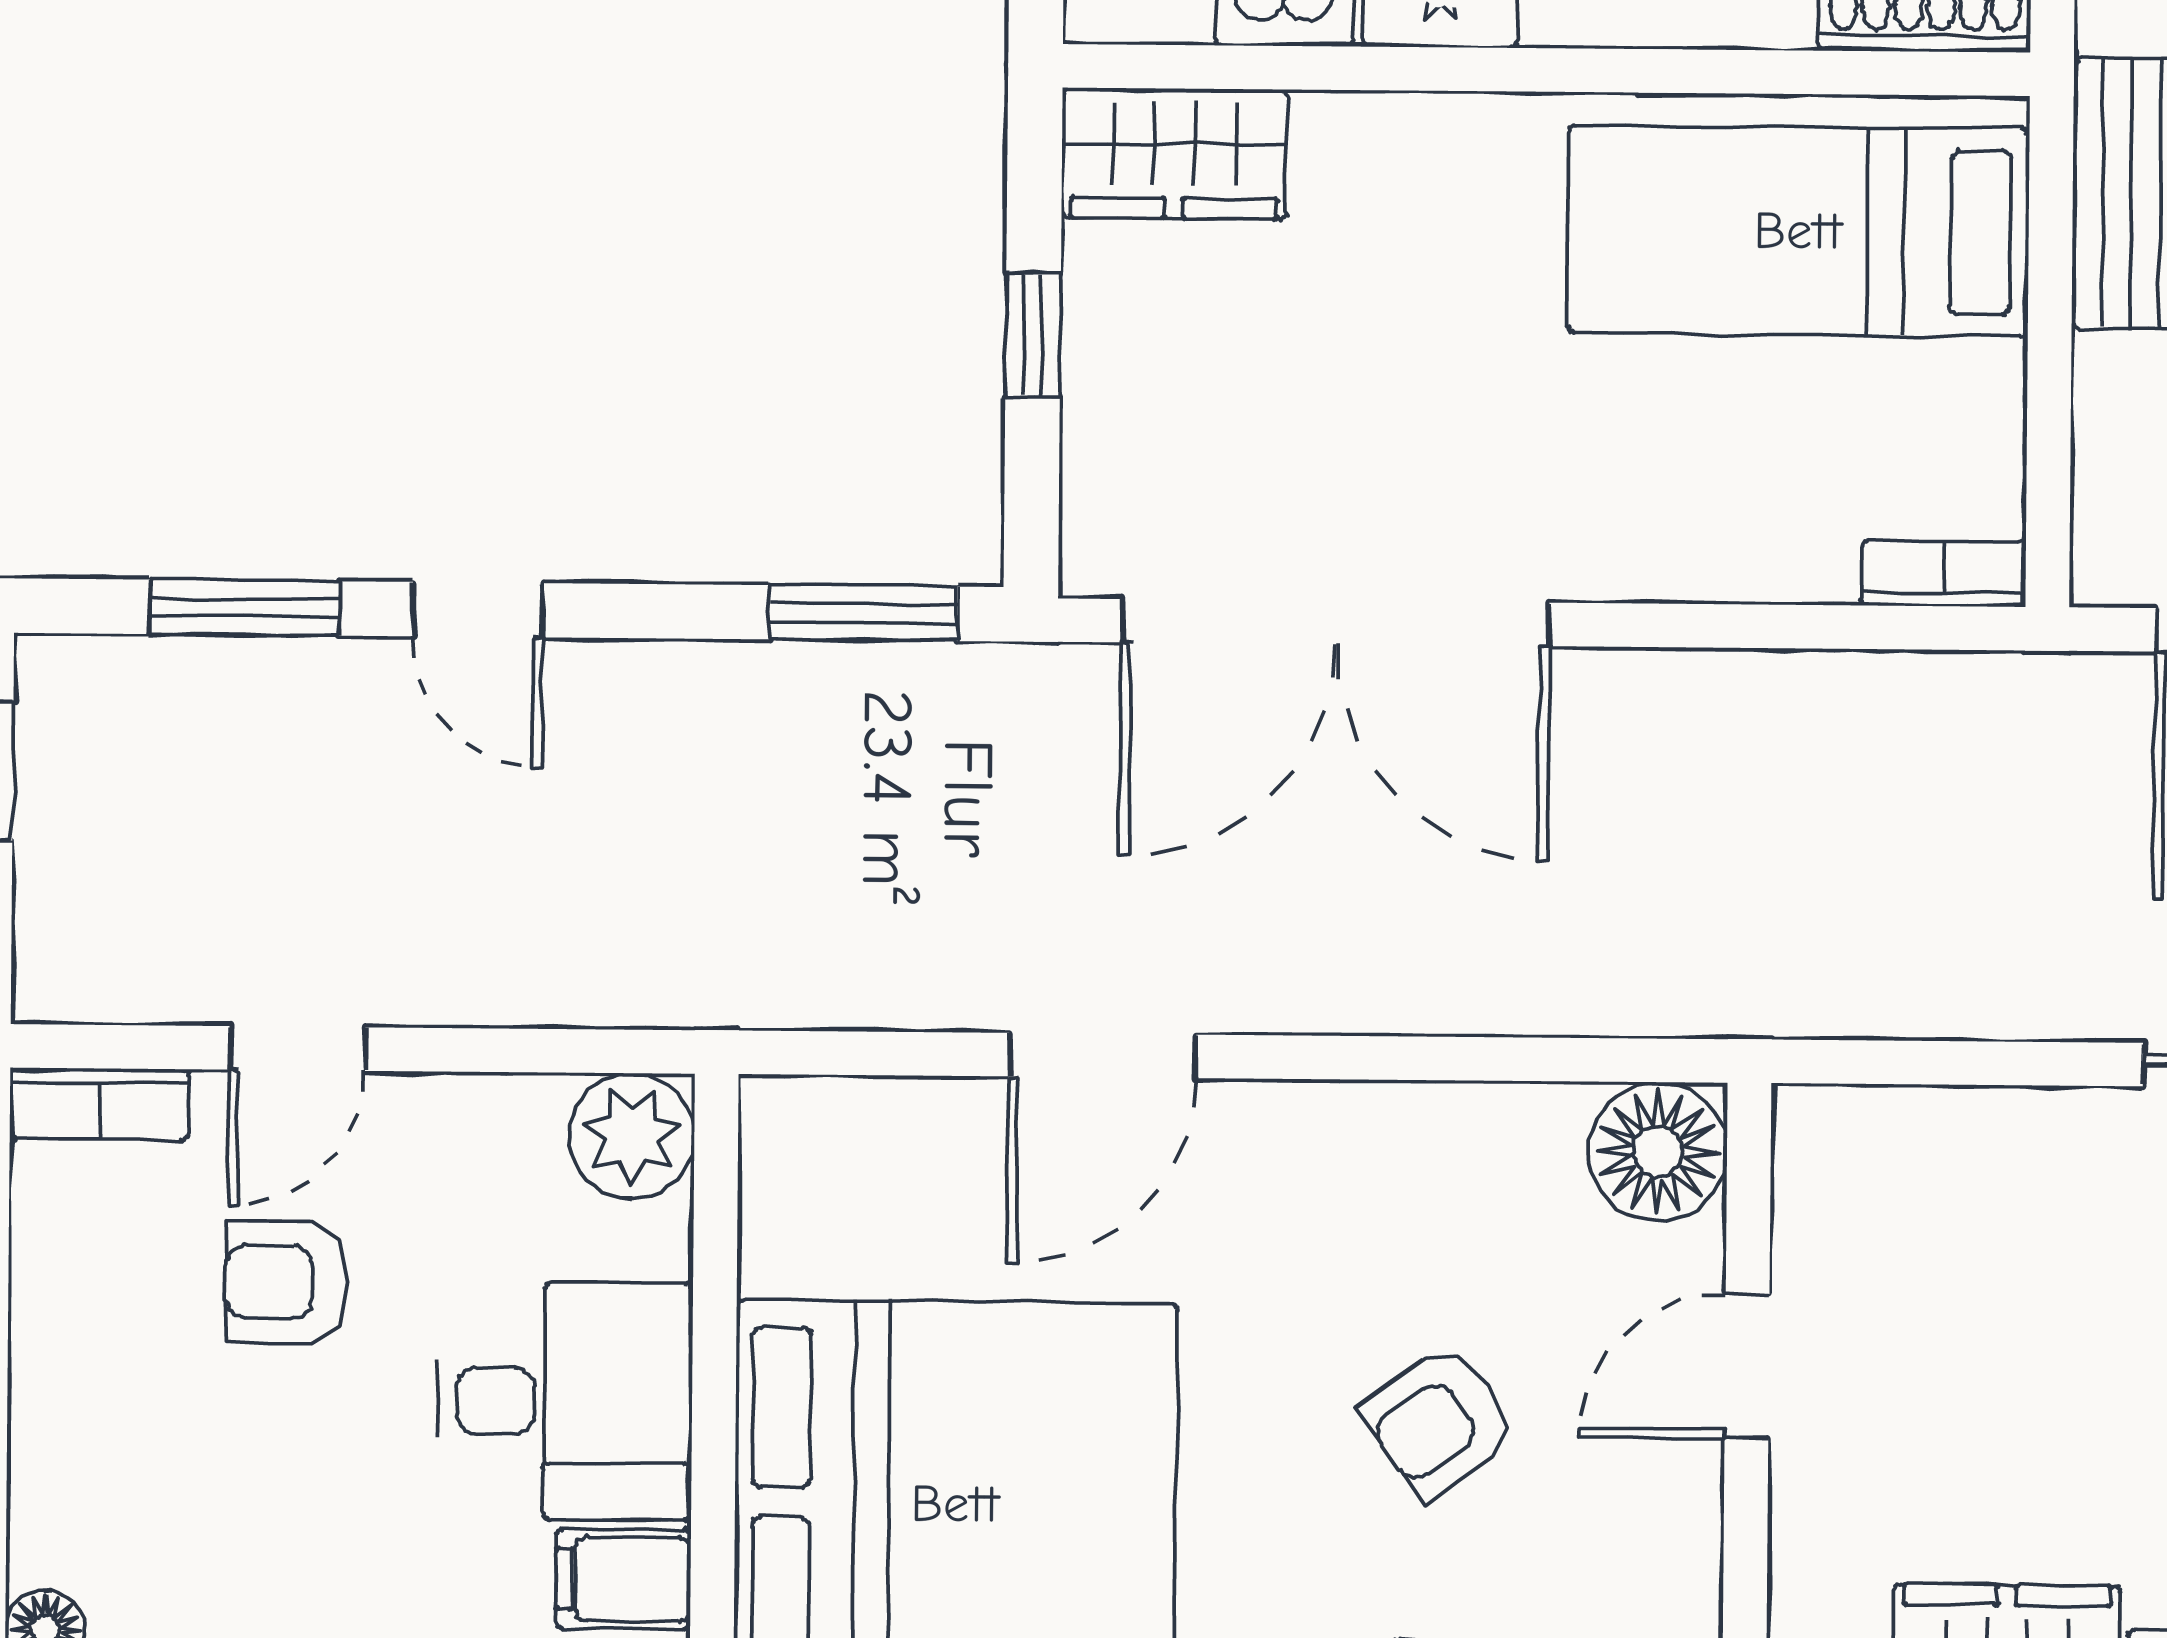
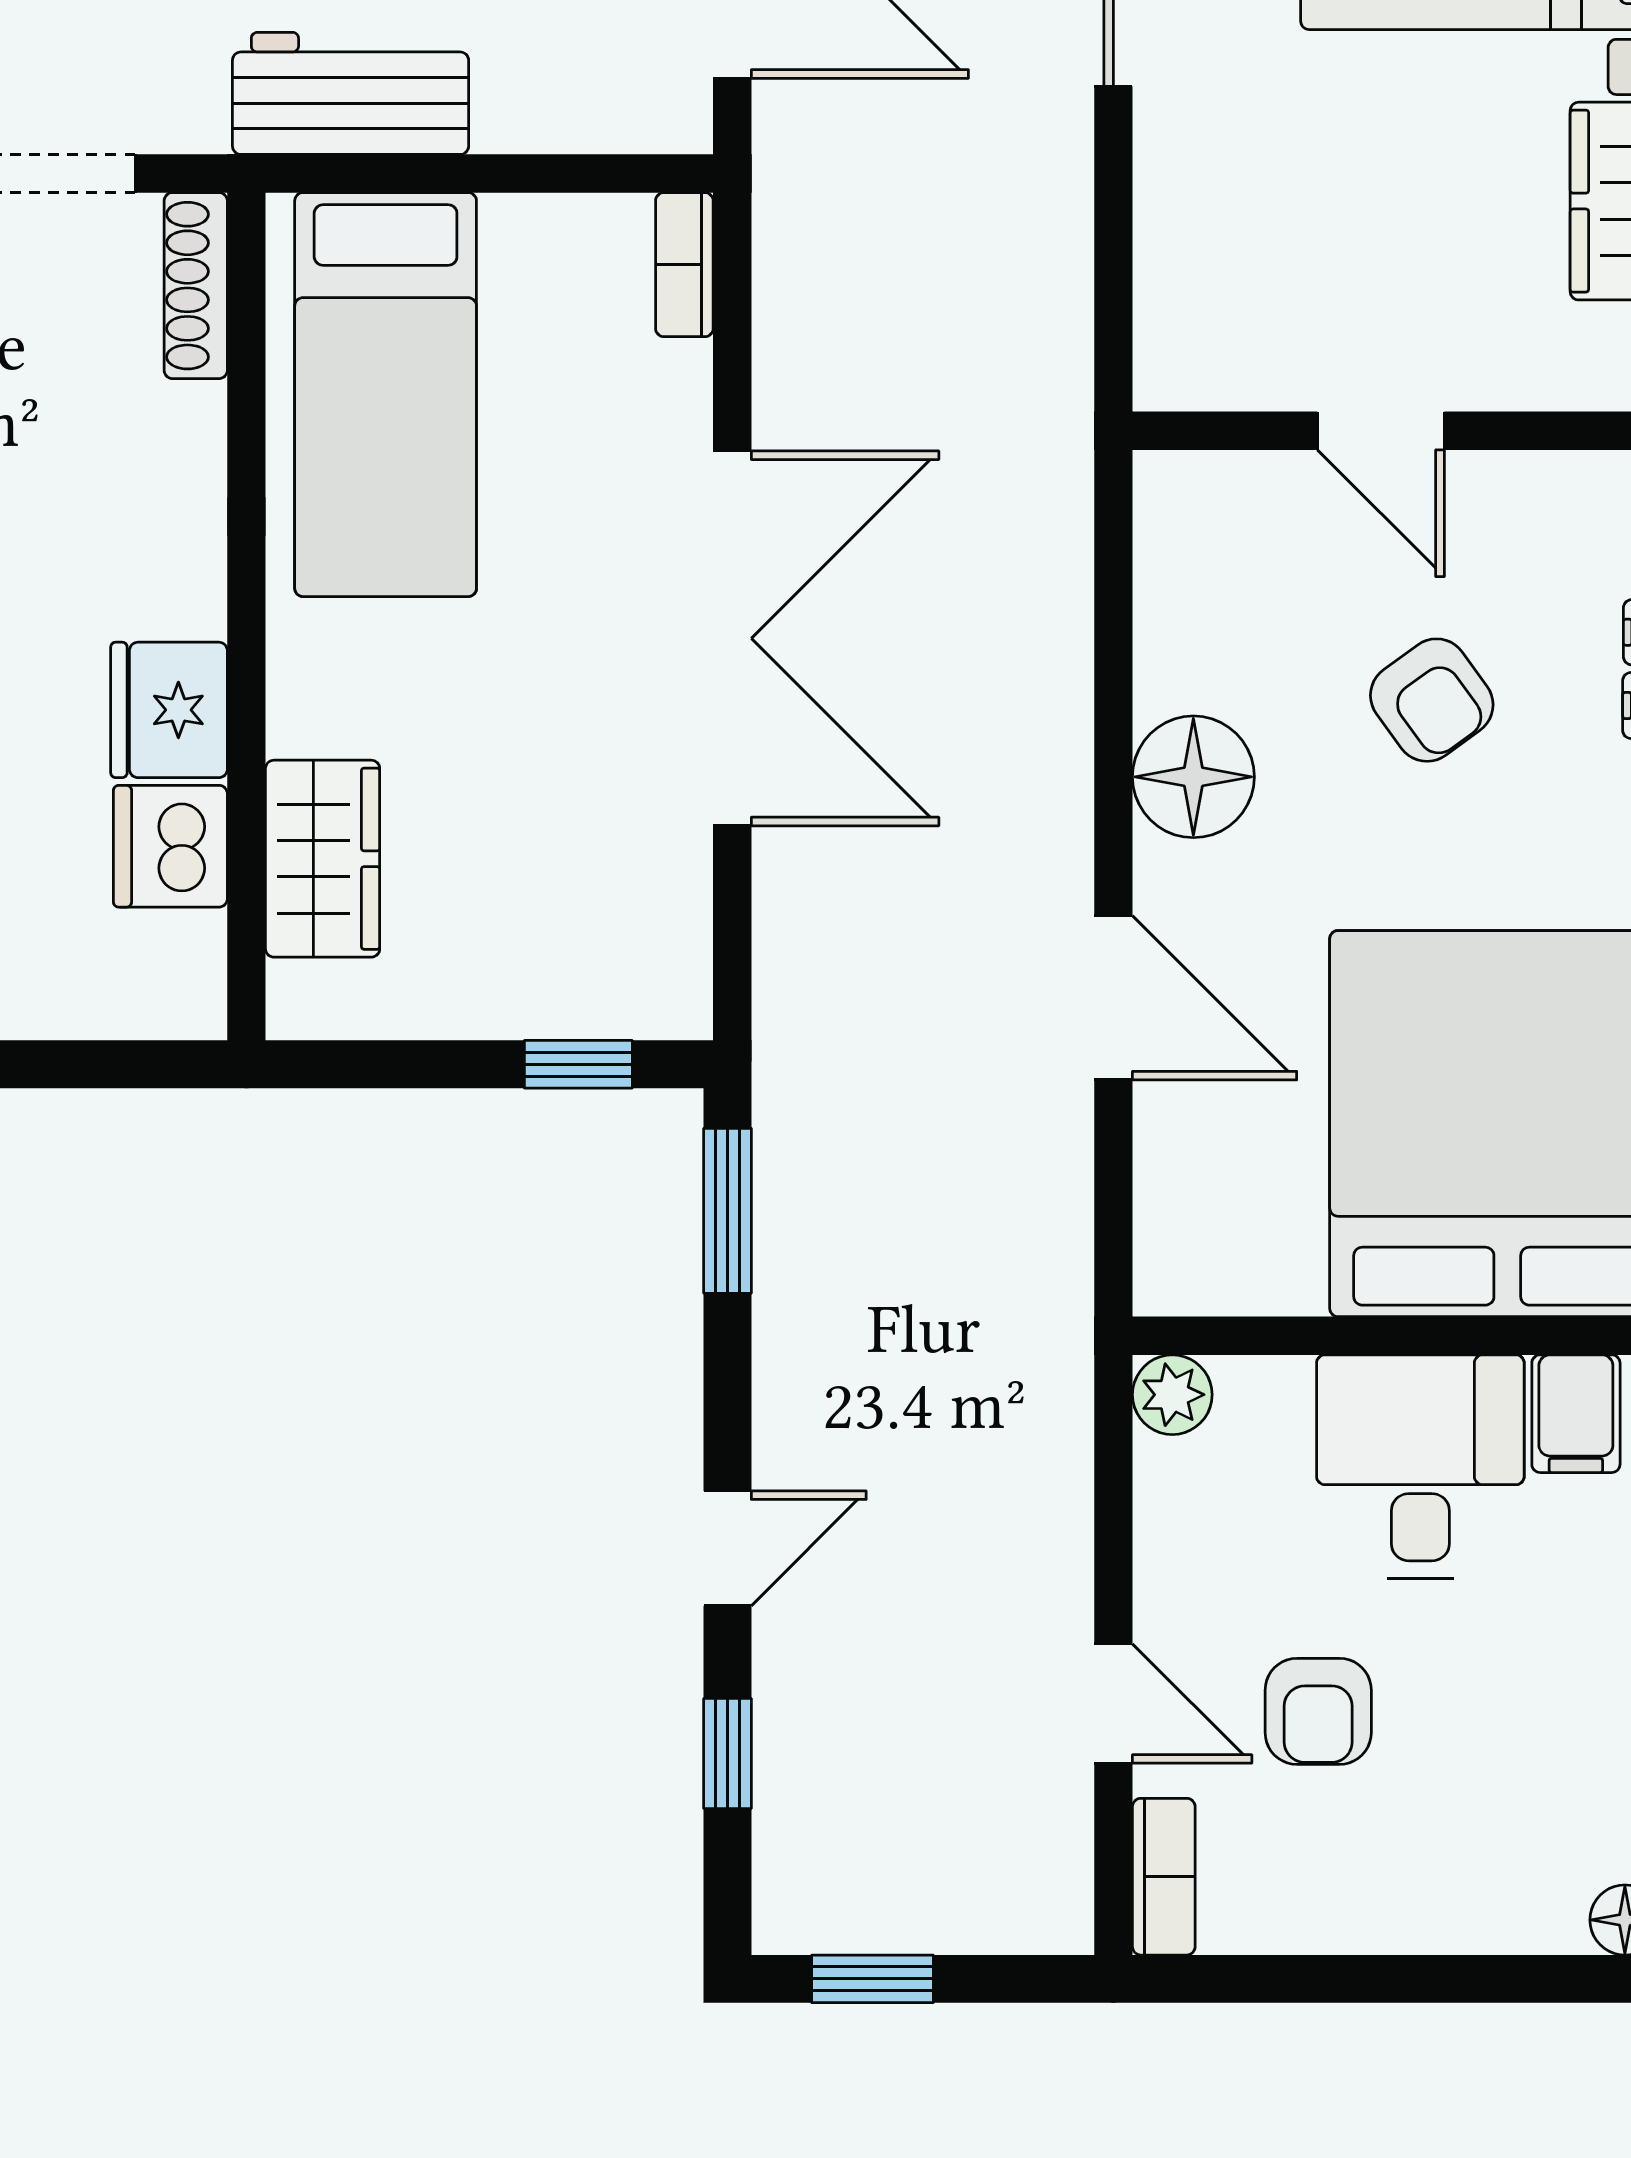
wardrobe: (1174, 154) -> (323, 859), moved
window: (1033, 335) -> (578, 1064), moved
window: (244, 608) -> (728, 1753), width x0.67
double door: (1336, 623) -> (732, 638), moved
plant: (632, 1136) -> (1172, 1395), width x0.73, depth x0.73
floor lamp: (1658, 1152) -> (1193, 777), moved

